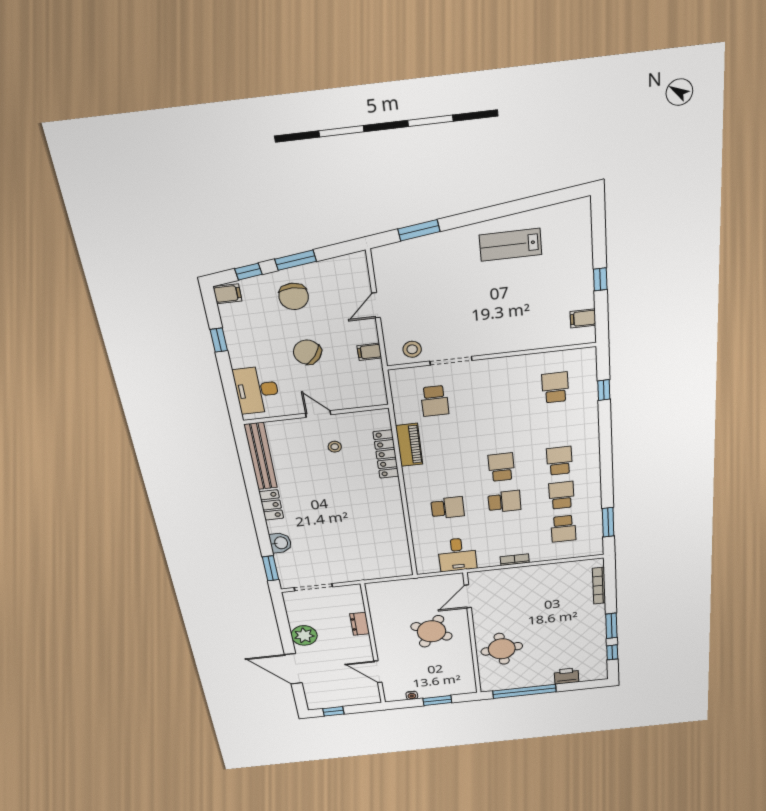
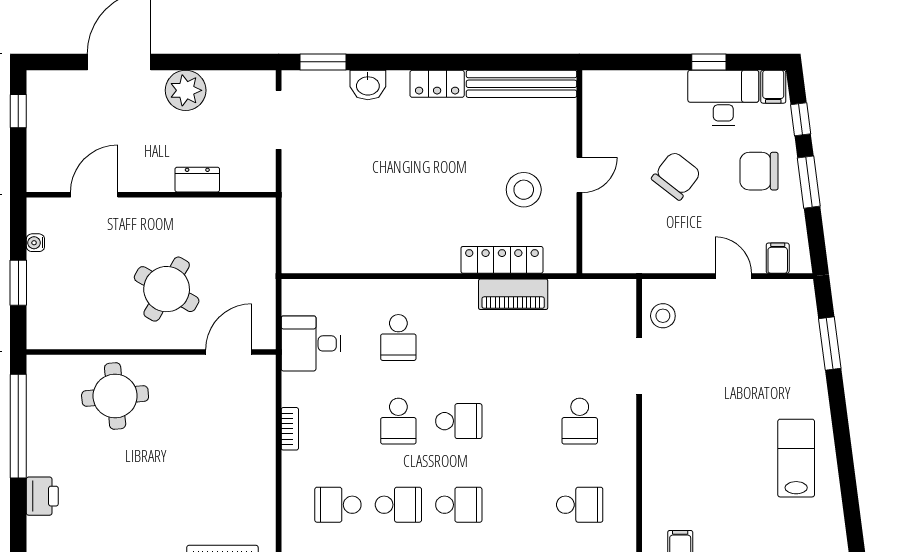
filing cabinet: (369, 352) -> (778, 258), moved
desk: (257, 390) -> (723, 98), moved
school desk: (435, 401) -> (580, 421), moved, turned -90
stool: (335, 447) -> (524, 190), width x1.89, depth x1.89
door: (468, 596) -> (229, 352), hinge flipped

